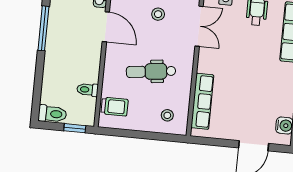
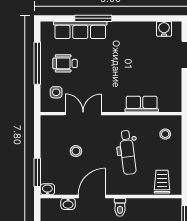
toilet: (87, 90) -> (120, 207), moved
row of seats: (202, 101) -> (142, 104), width x0.68

